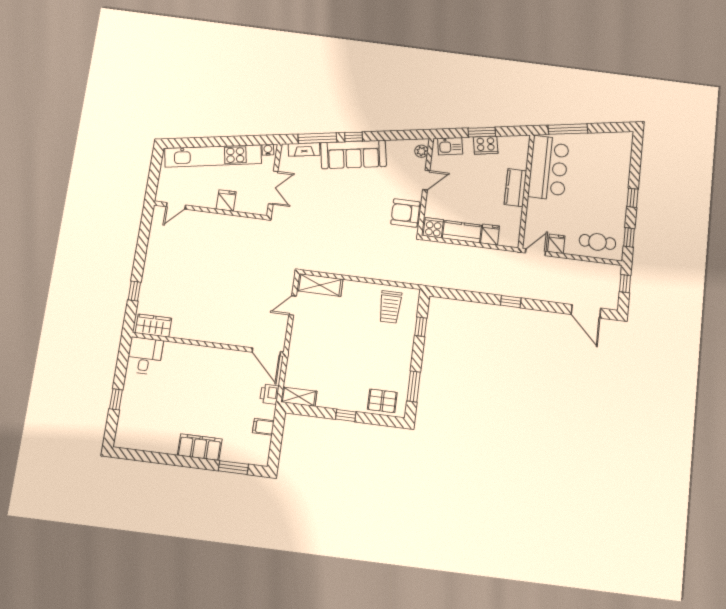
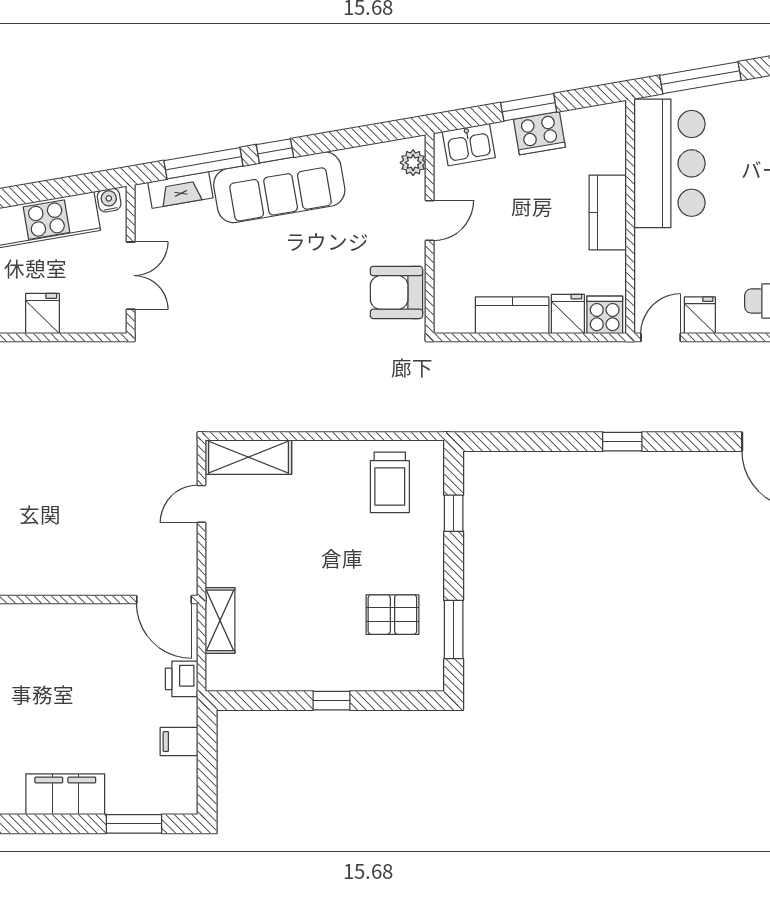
cooker: (433, 228) -> (605, 315), moved
shelving: (299, 397) -> (220, 620), moved, turned 90
pallet: (382, 401) -> (392, 615), moved

